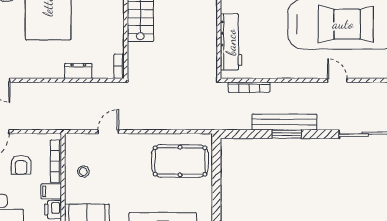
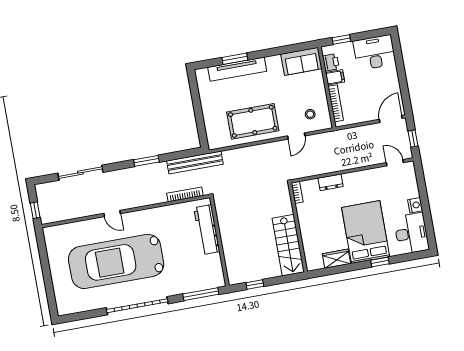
bench: (284, 122) -> (195, 163), moved
pool table: (180, 161) -> (253, 121), moved
armchair: (21, 165) -> (364, 95), removed
stool: (83, 172) -> (310, 114), moved

